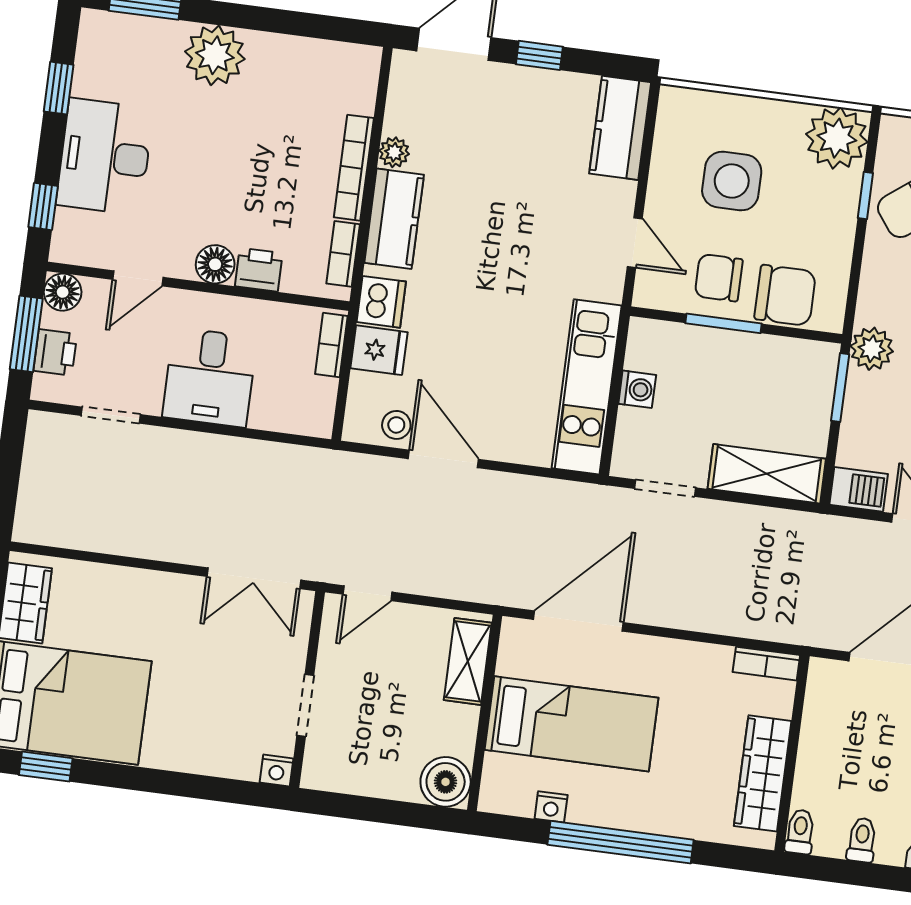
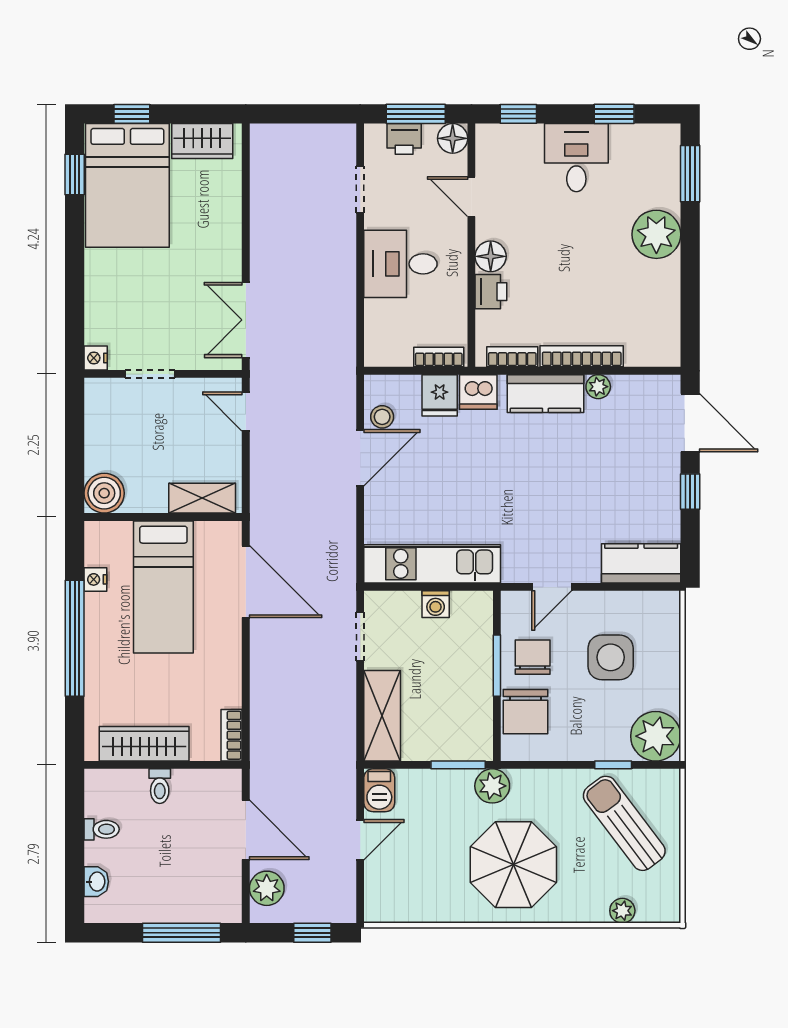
desk: (105, 157) -> (576, 158), width x0.73
toilet: (800, 832) -> (160, 786), moved, turned 90

